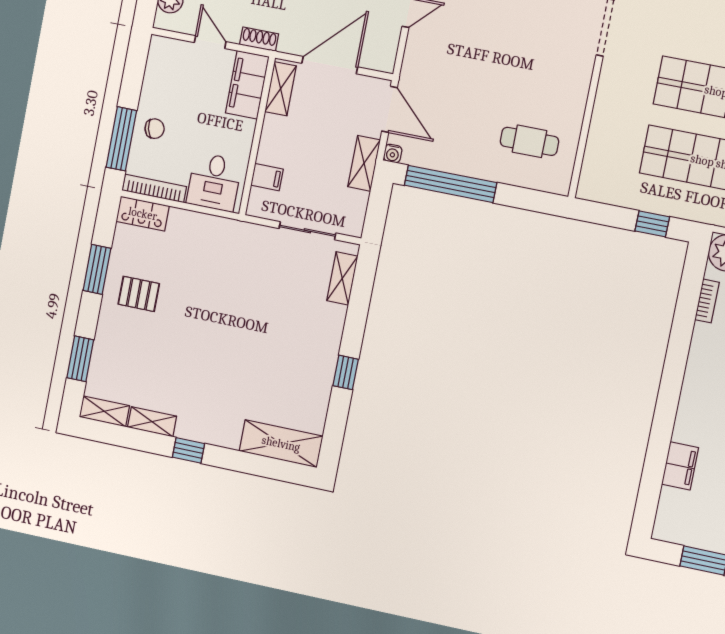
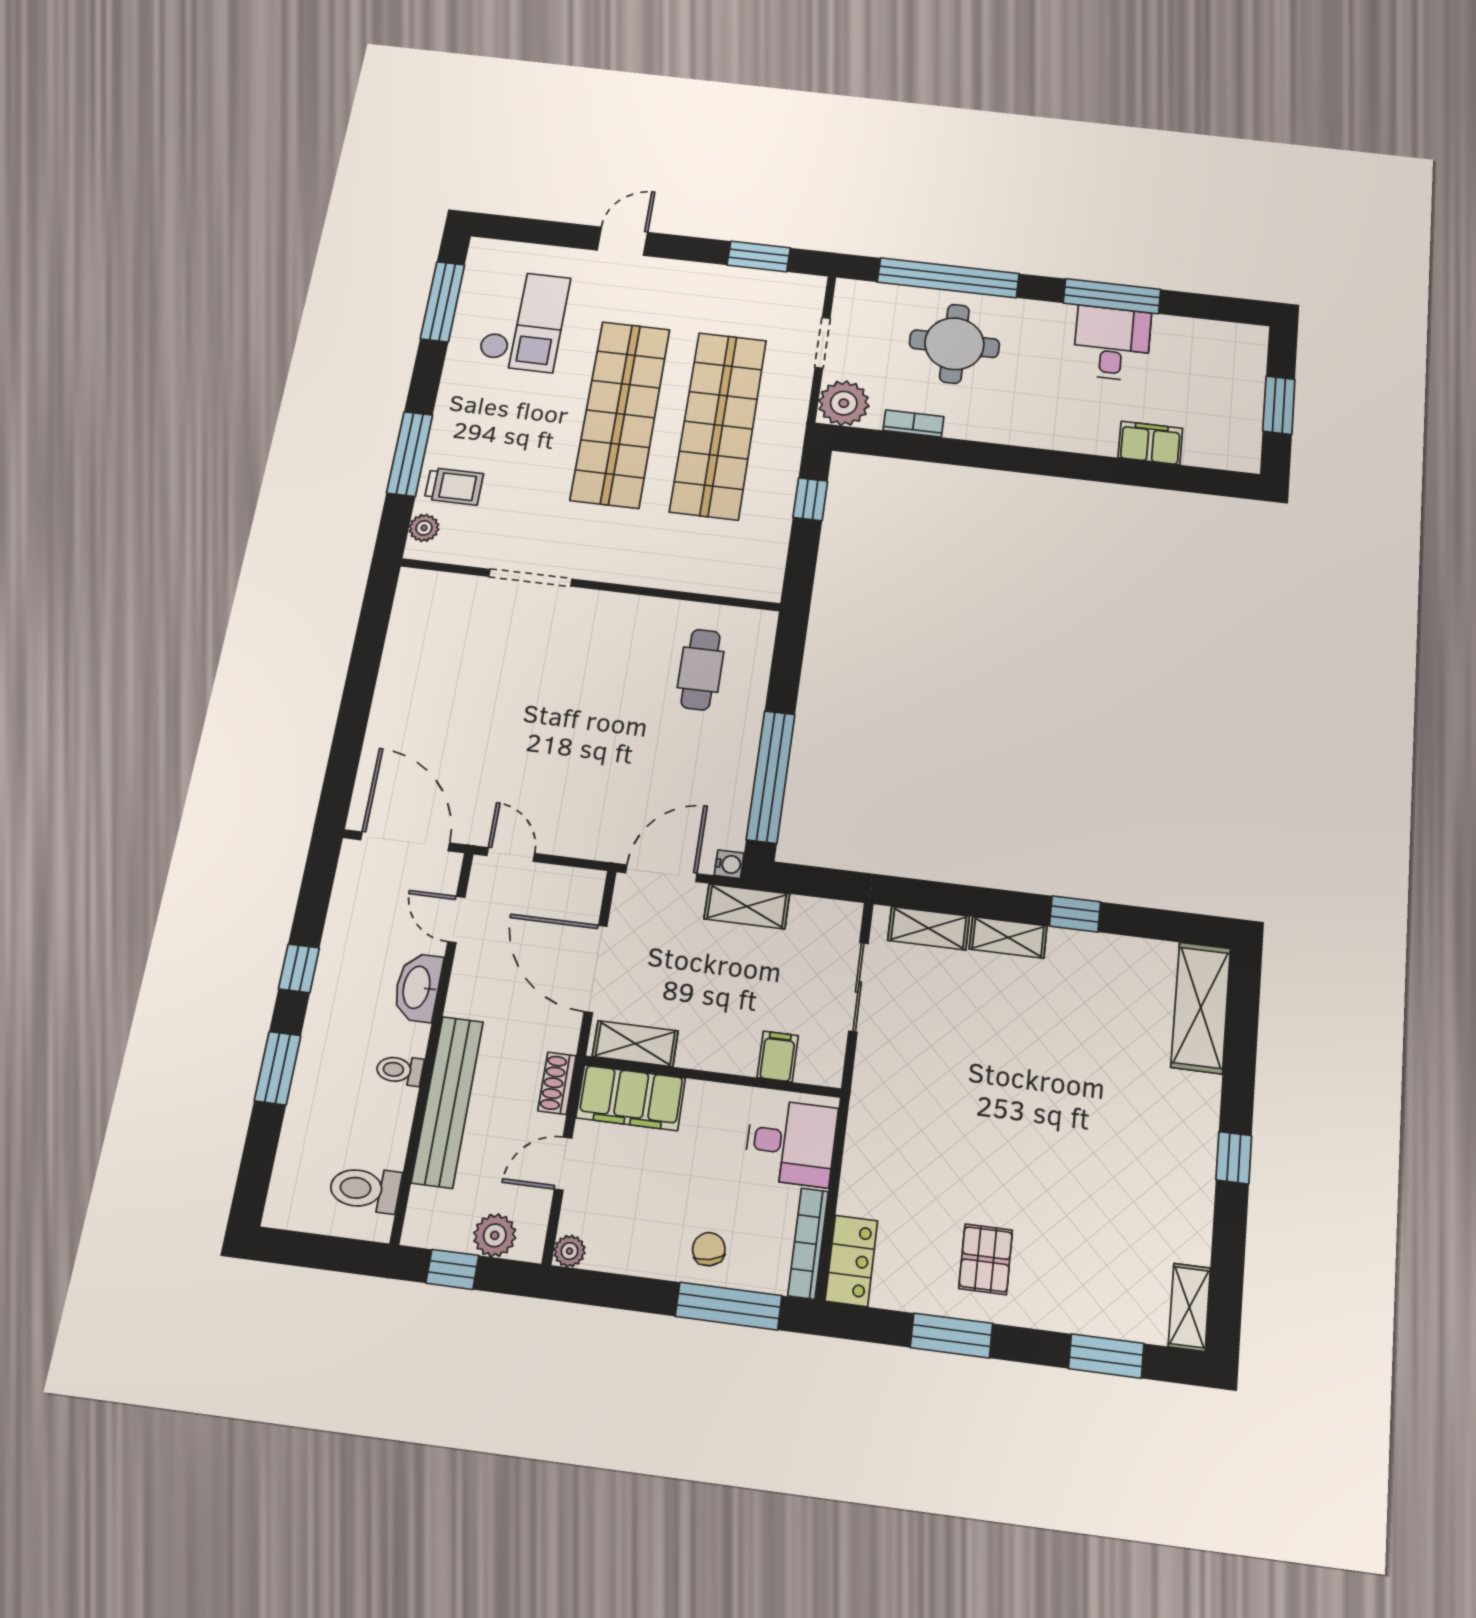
plant: (159, 45) -> (570, 1251), added
shelving: (152, 422) -> (1008, 937), moved, turned 90

